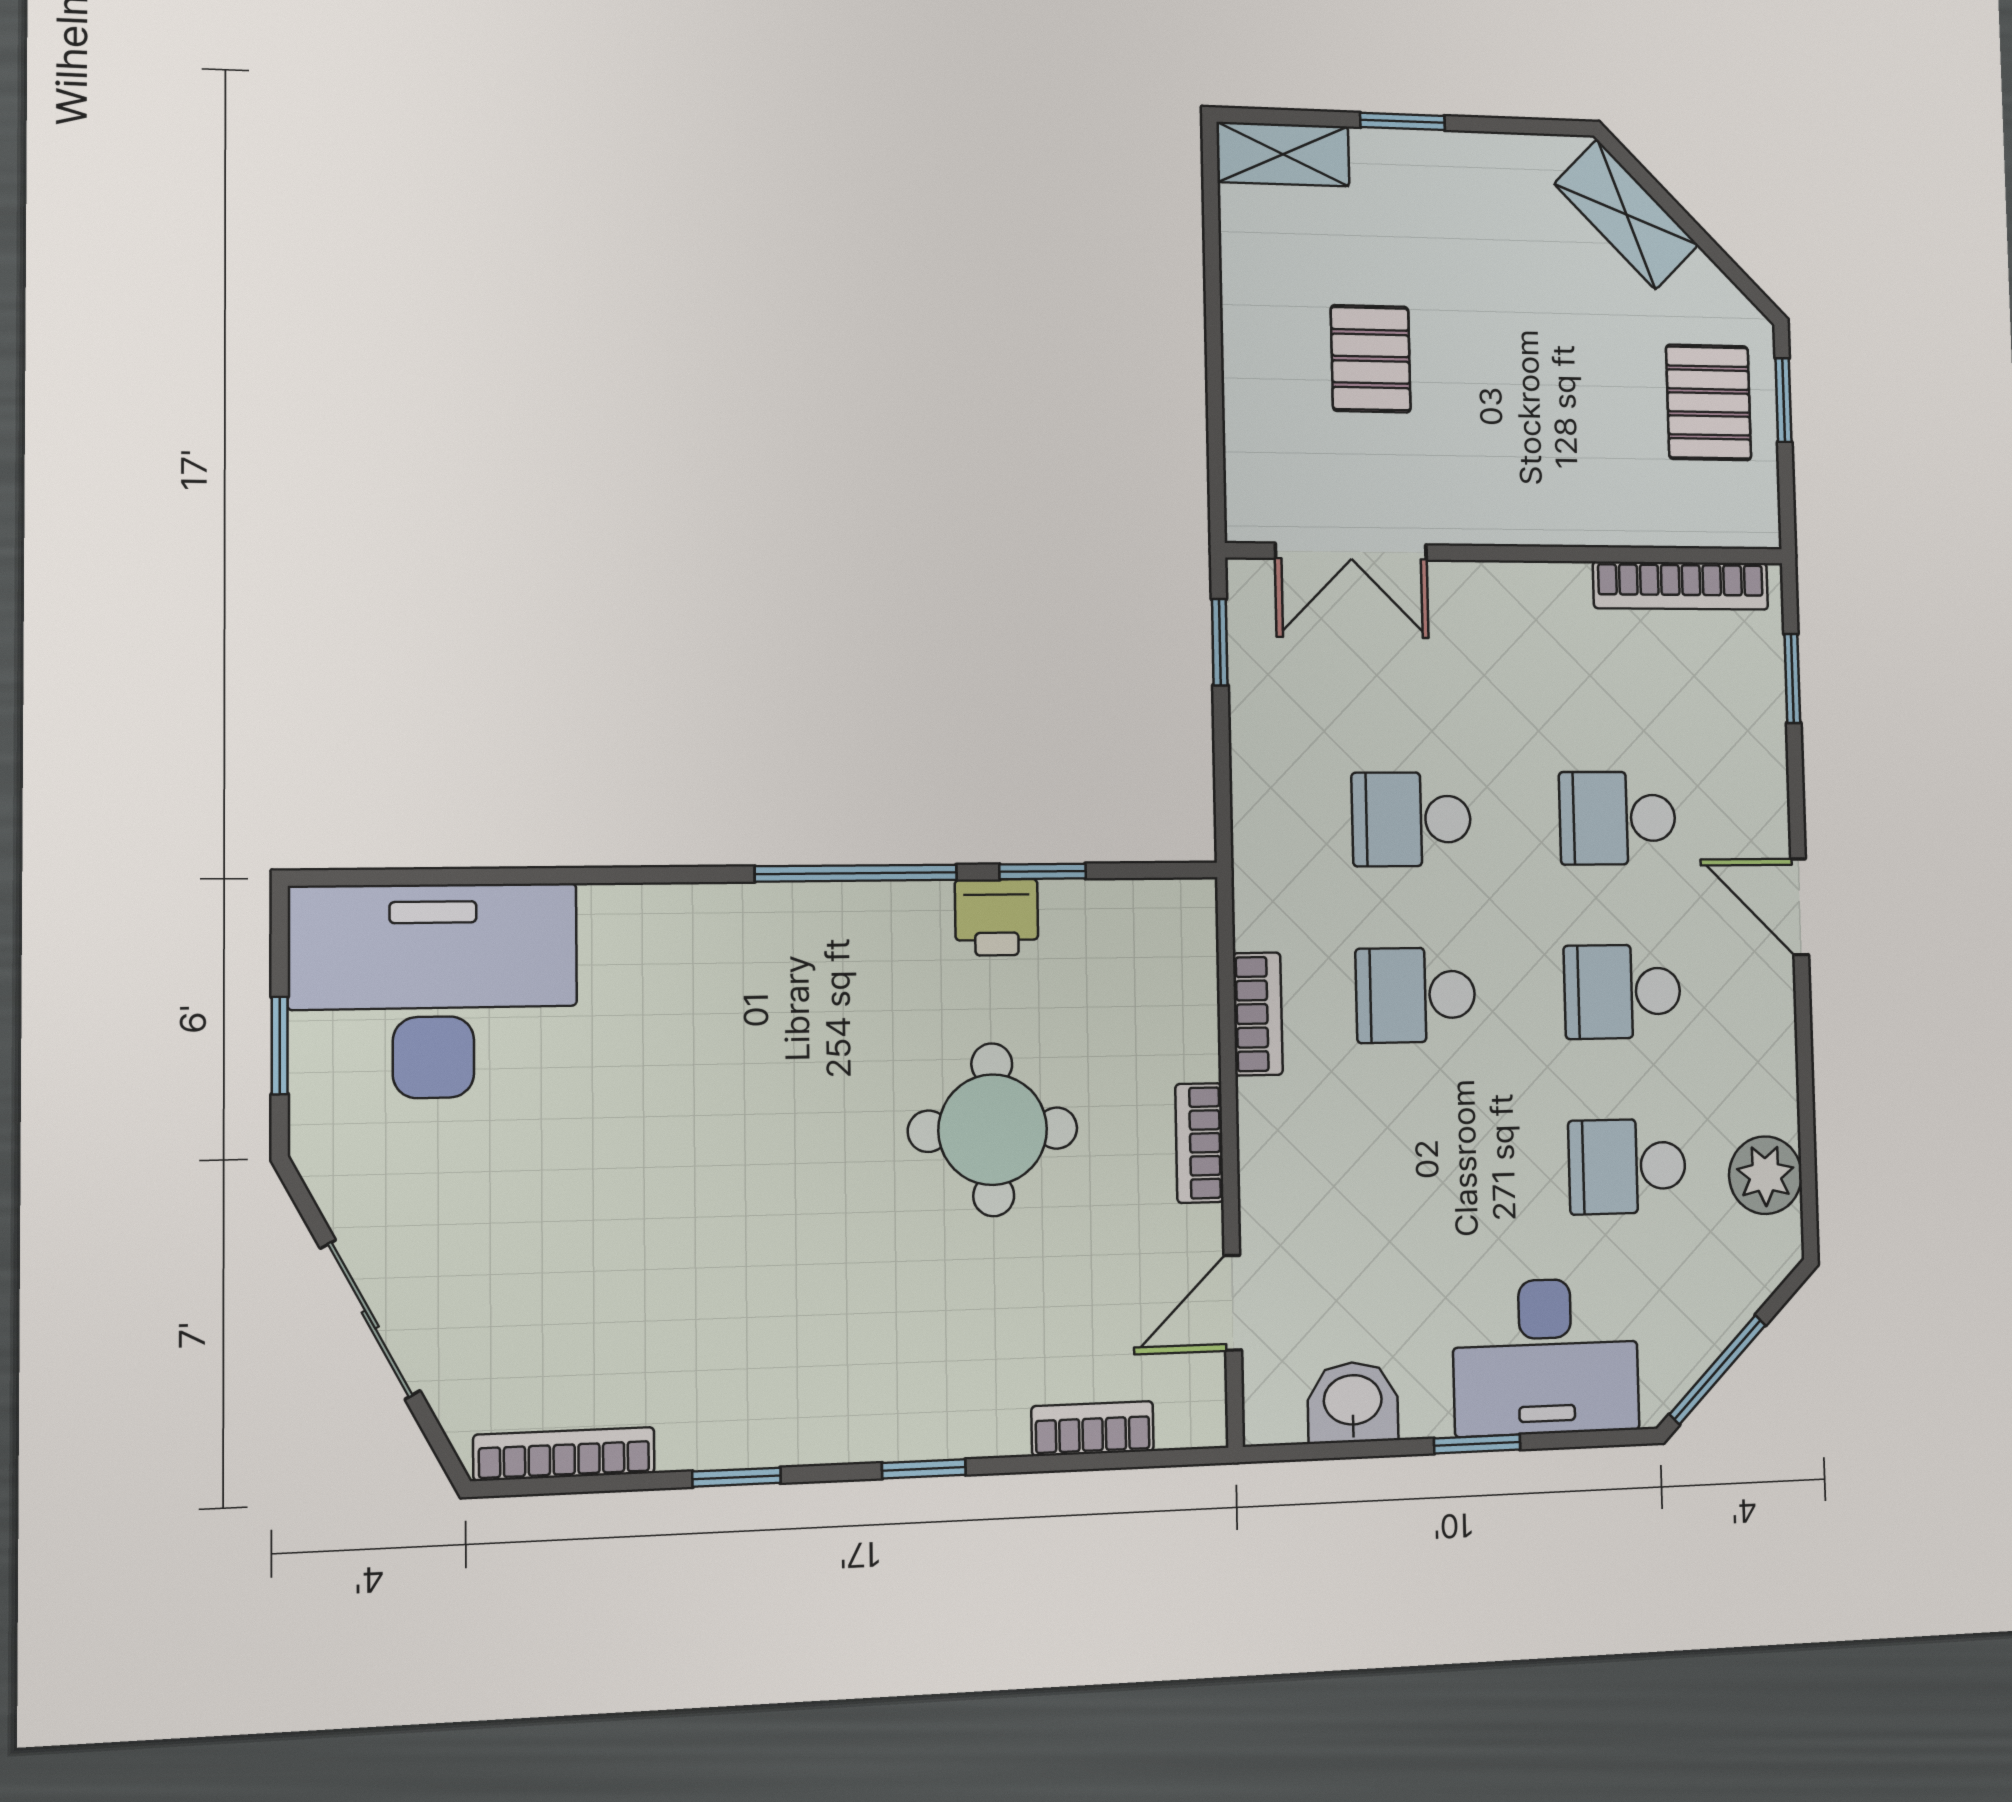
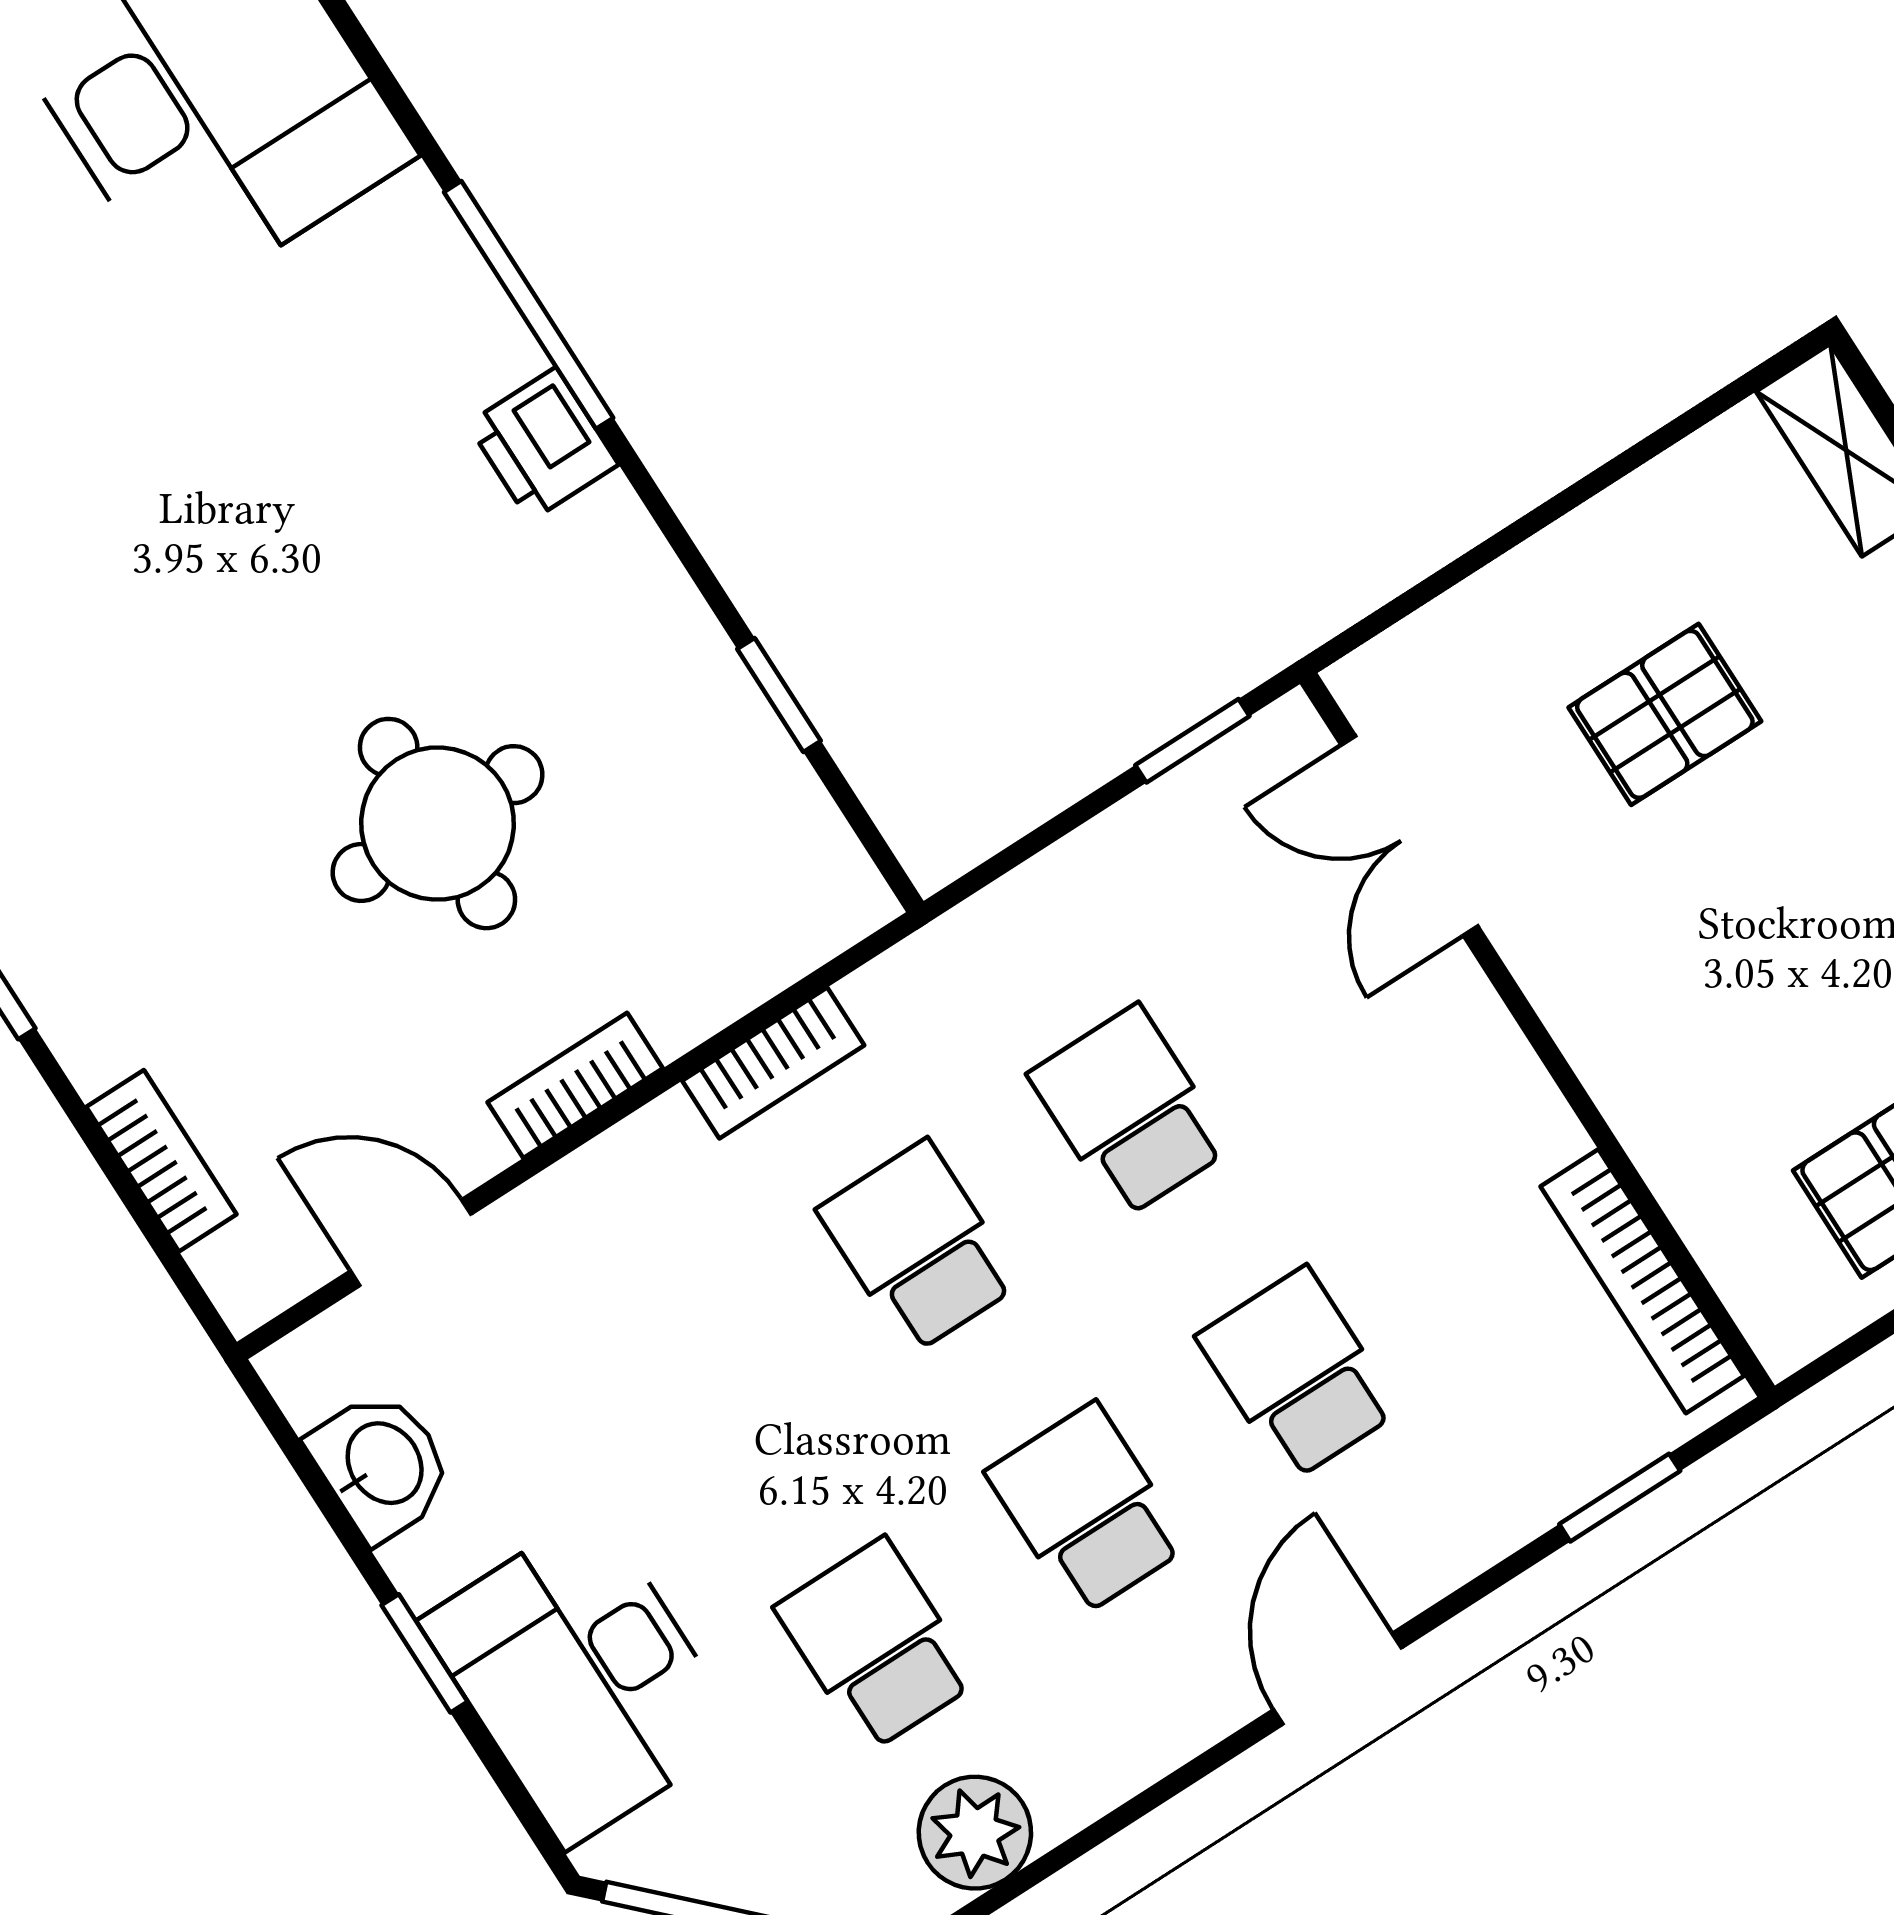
window: (856, 873) -> (529, 305), moved
printer: (997, 917) -> (543, 444), moved

